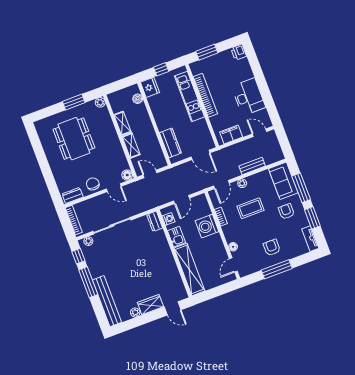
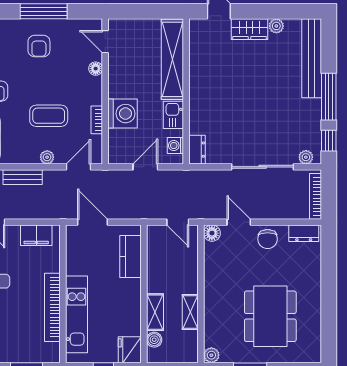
shelving: (131, 146) -> (155, 312), moved
door: (233, 265) -> (105, 42), swing flipped

